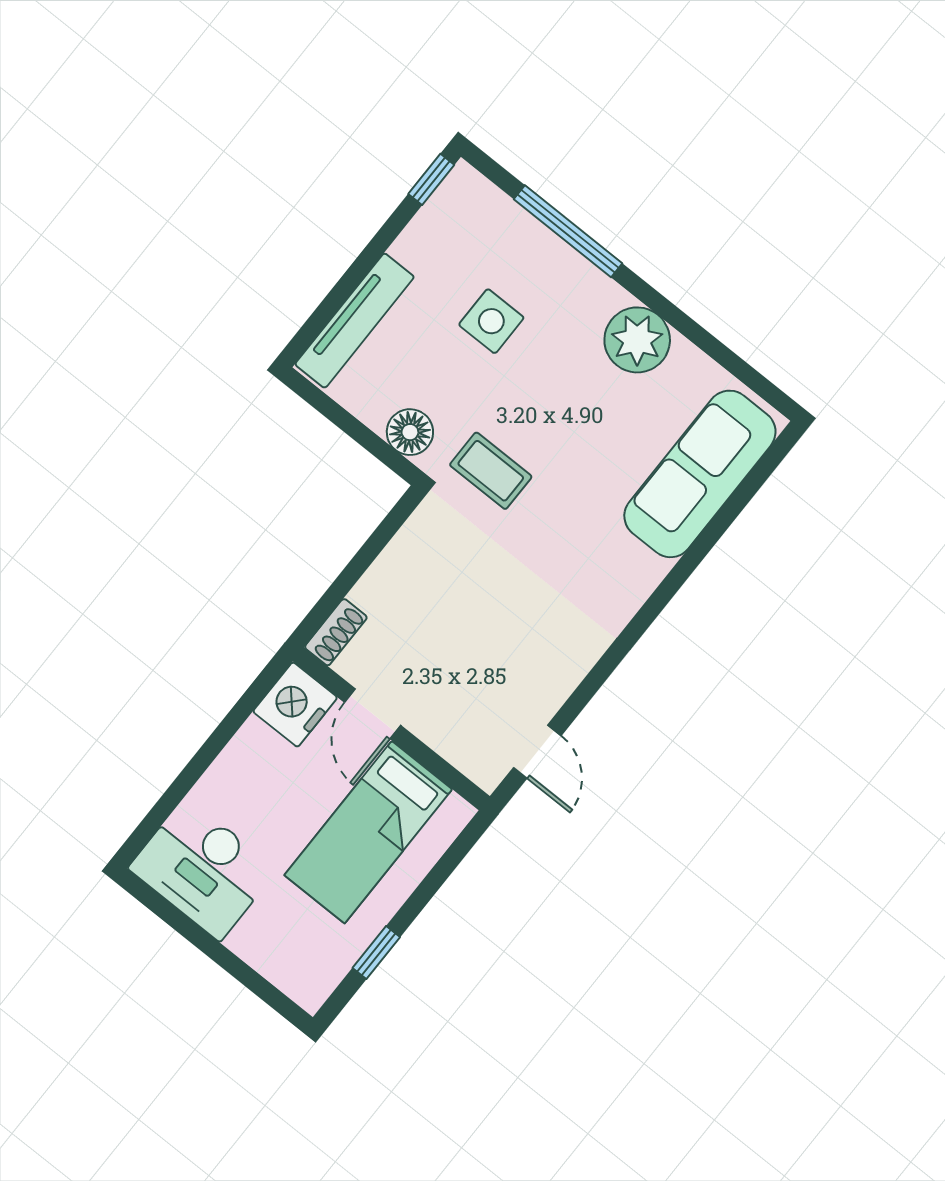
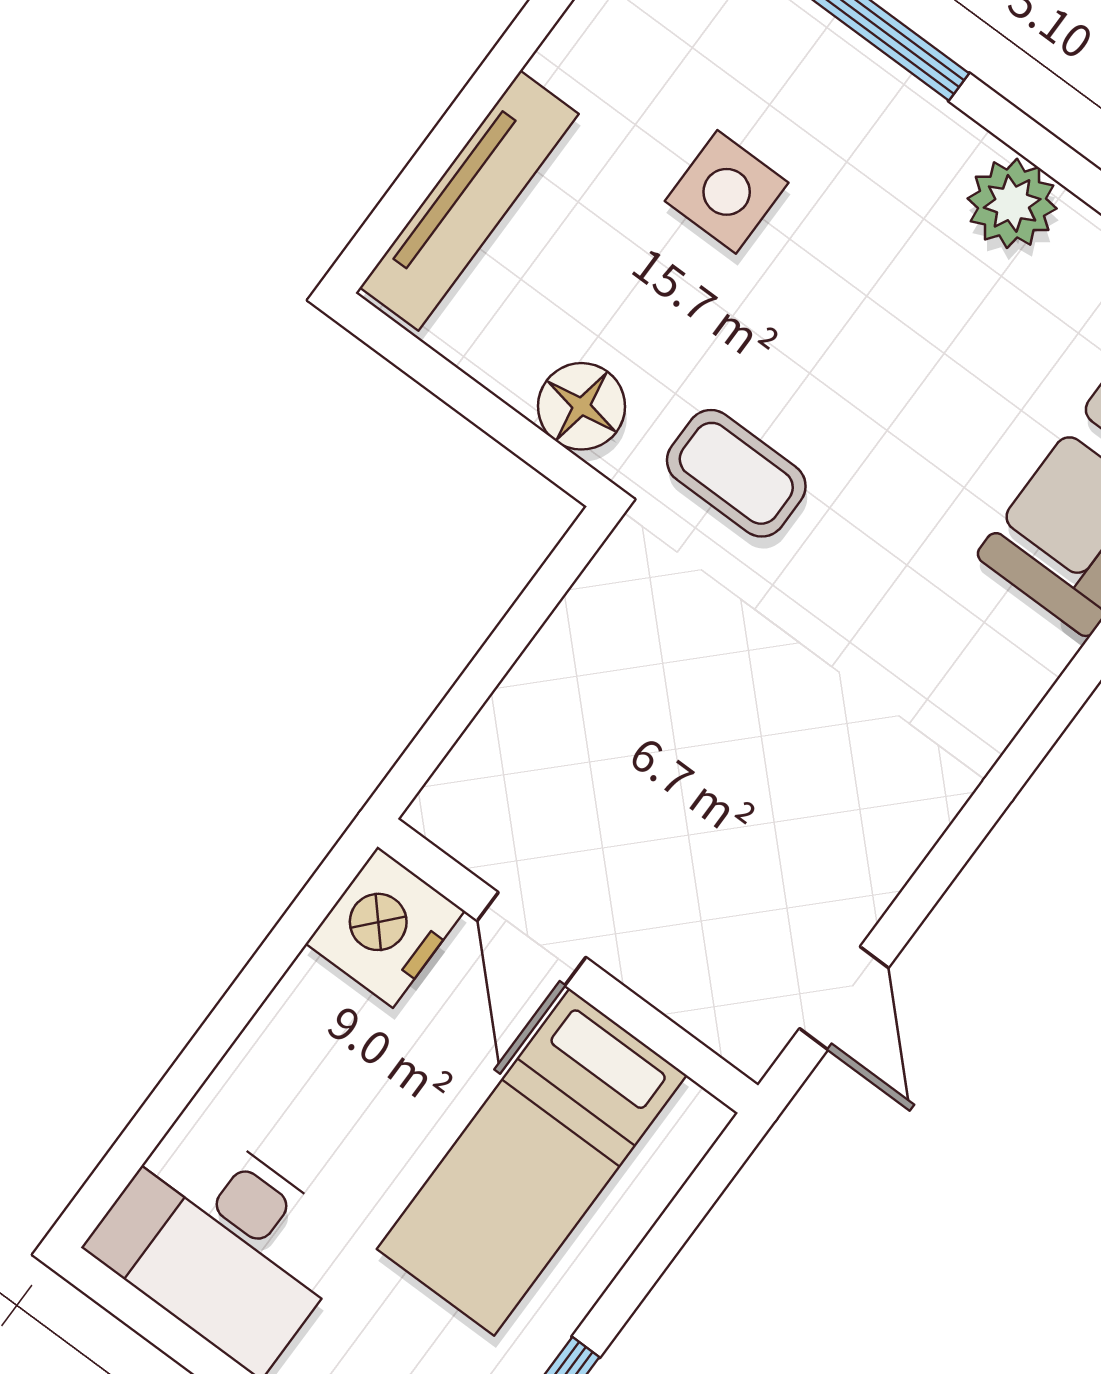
plant: (637, 340) -> (1012, 203), width x0.73, depth x0.73
shoe rack: (336, 632) -> (457, 788), removed

